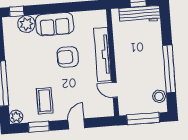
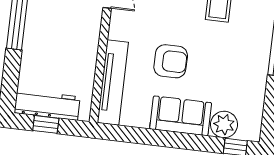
tv unit: (103, 54) -> (113, 83), moved

